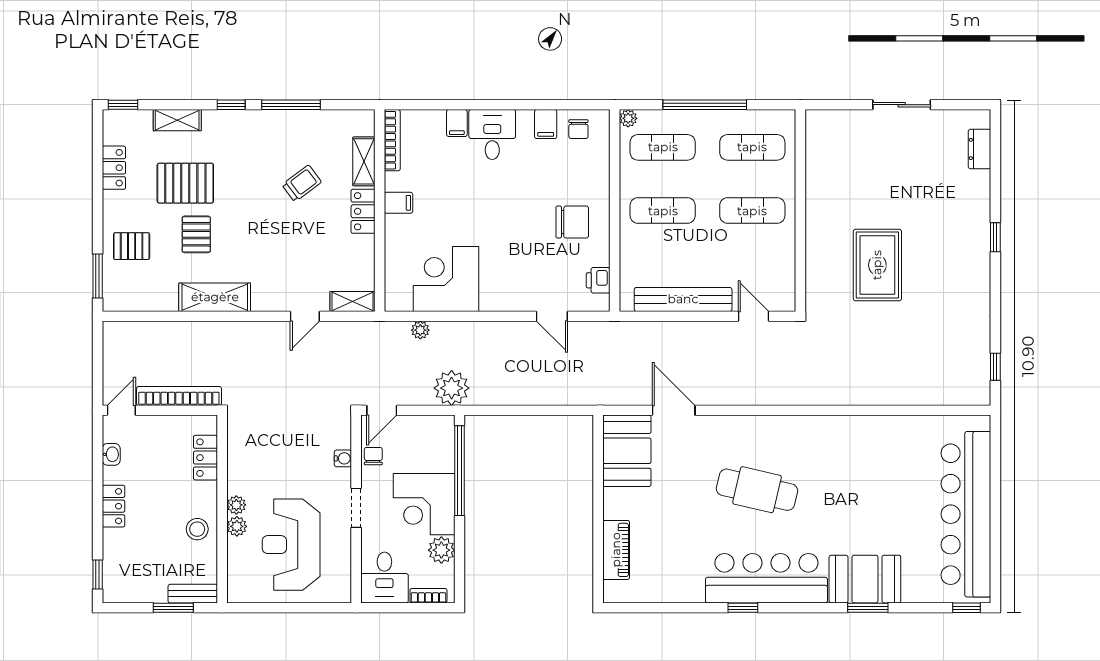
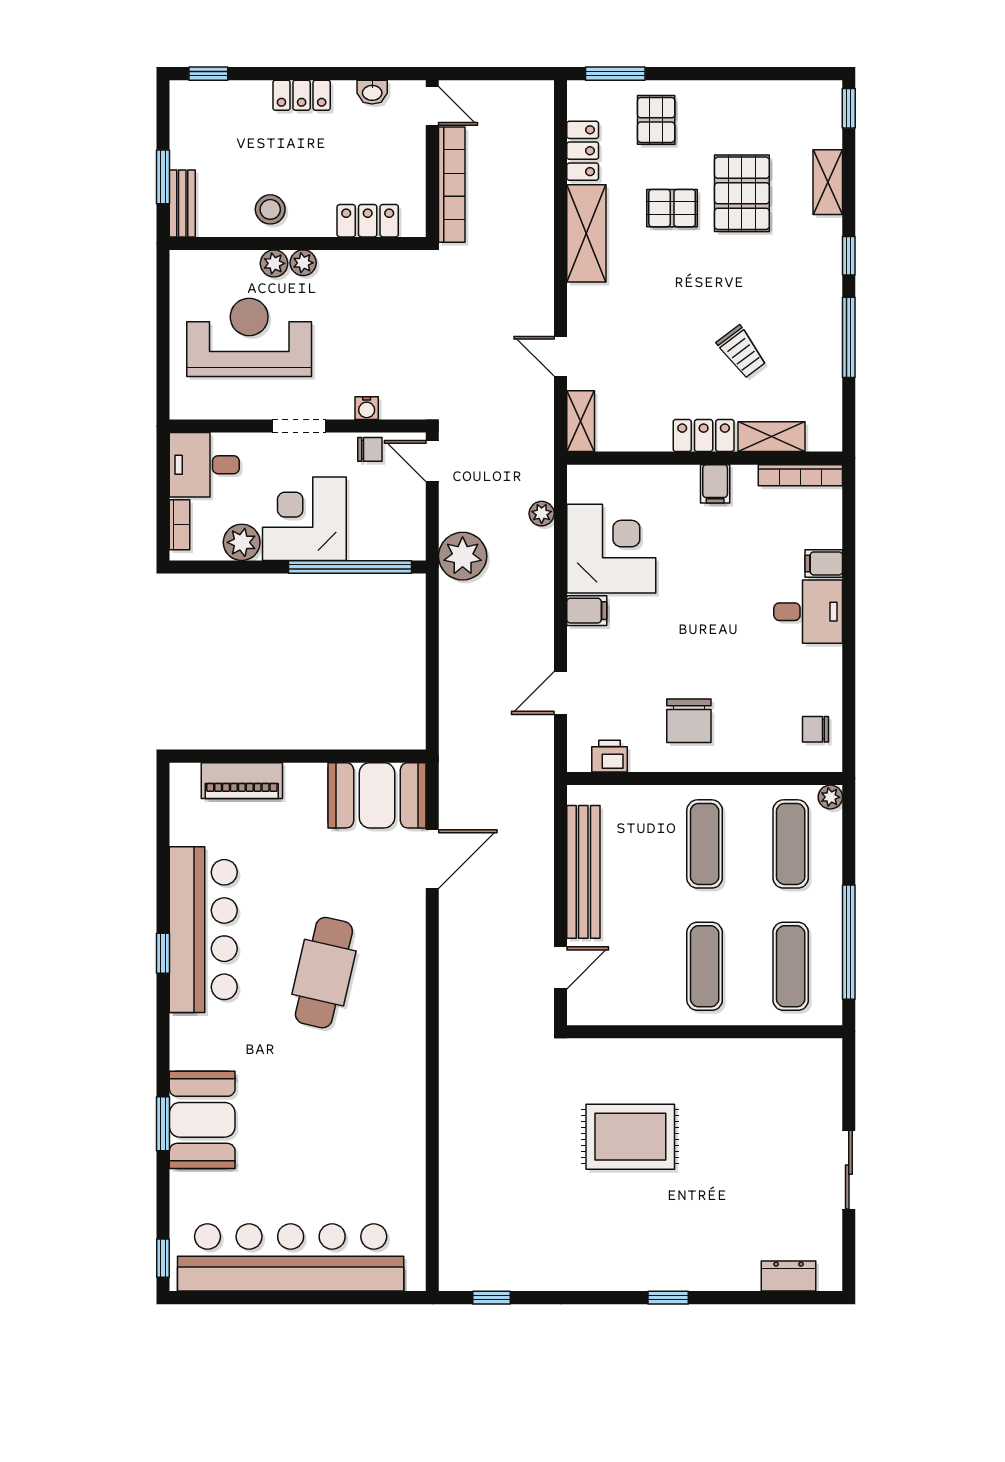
window: (705, 105) -> (849, 942), moved
filing cabinet: (546, 124) -> (587, 611), moved, turned 180
locker: (114, 168) -> (583, 151), moved, turned -90
bar counter: (766, 578) -> (203, 930), moved

